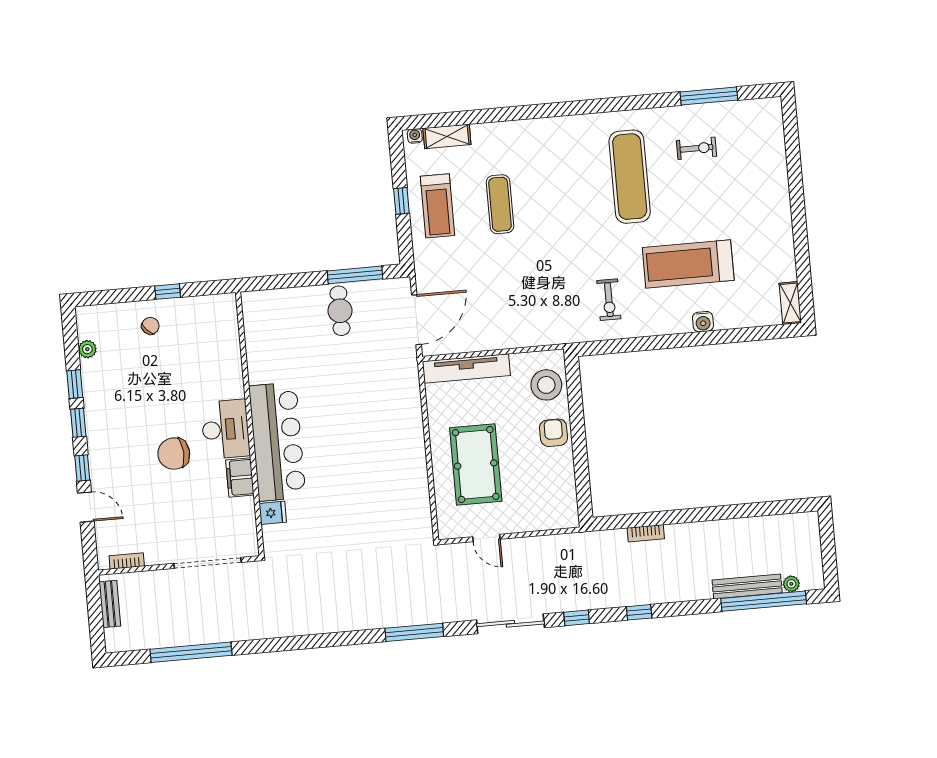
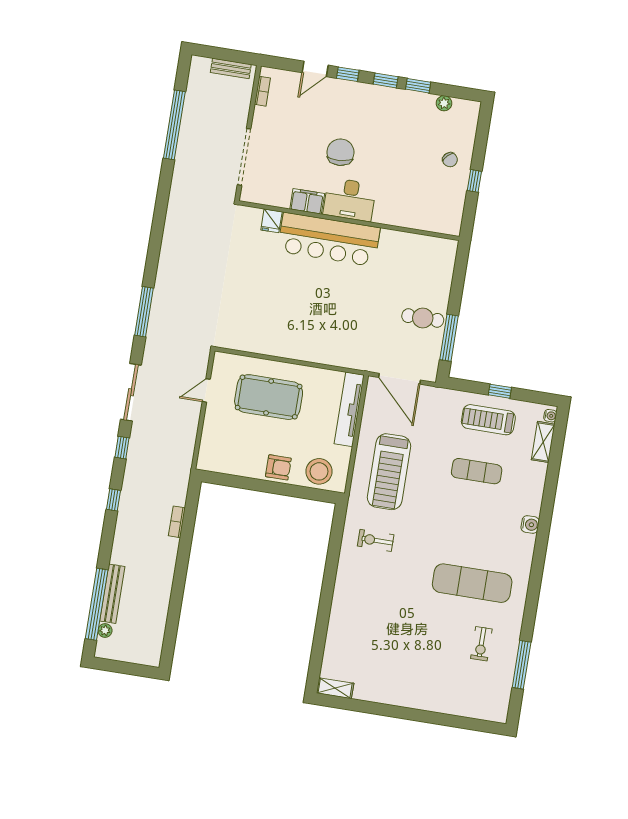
treadmill: (688, 264) -> (389, 472), moved, turned 180
water cooler: (703, 322) -> (530, 525), moved, turned 180

